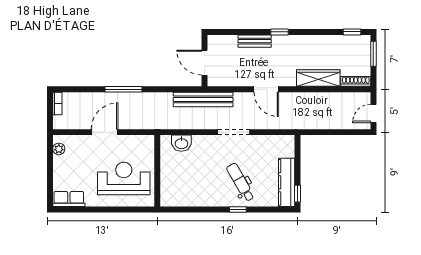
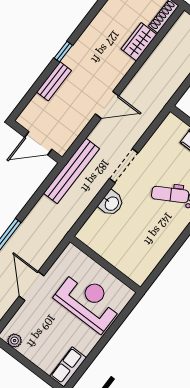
wardrobe: (318, 78) -> (139, 42), width x0.67
washbasin: (181, 143) -> (111, 203), moved
reception desk: (124, 178) -> (88, 301), turned 90

